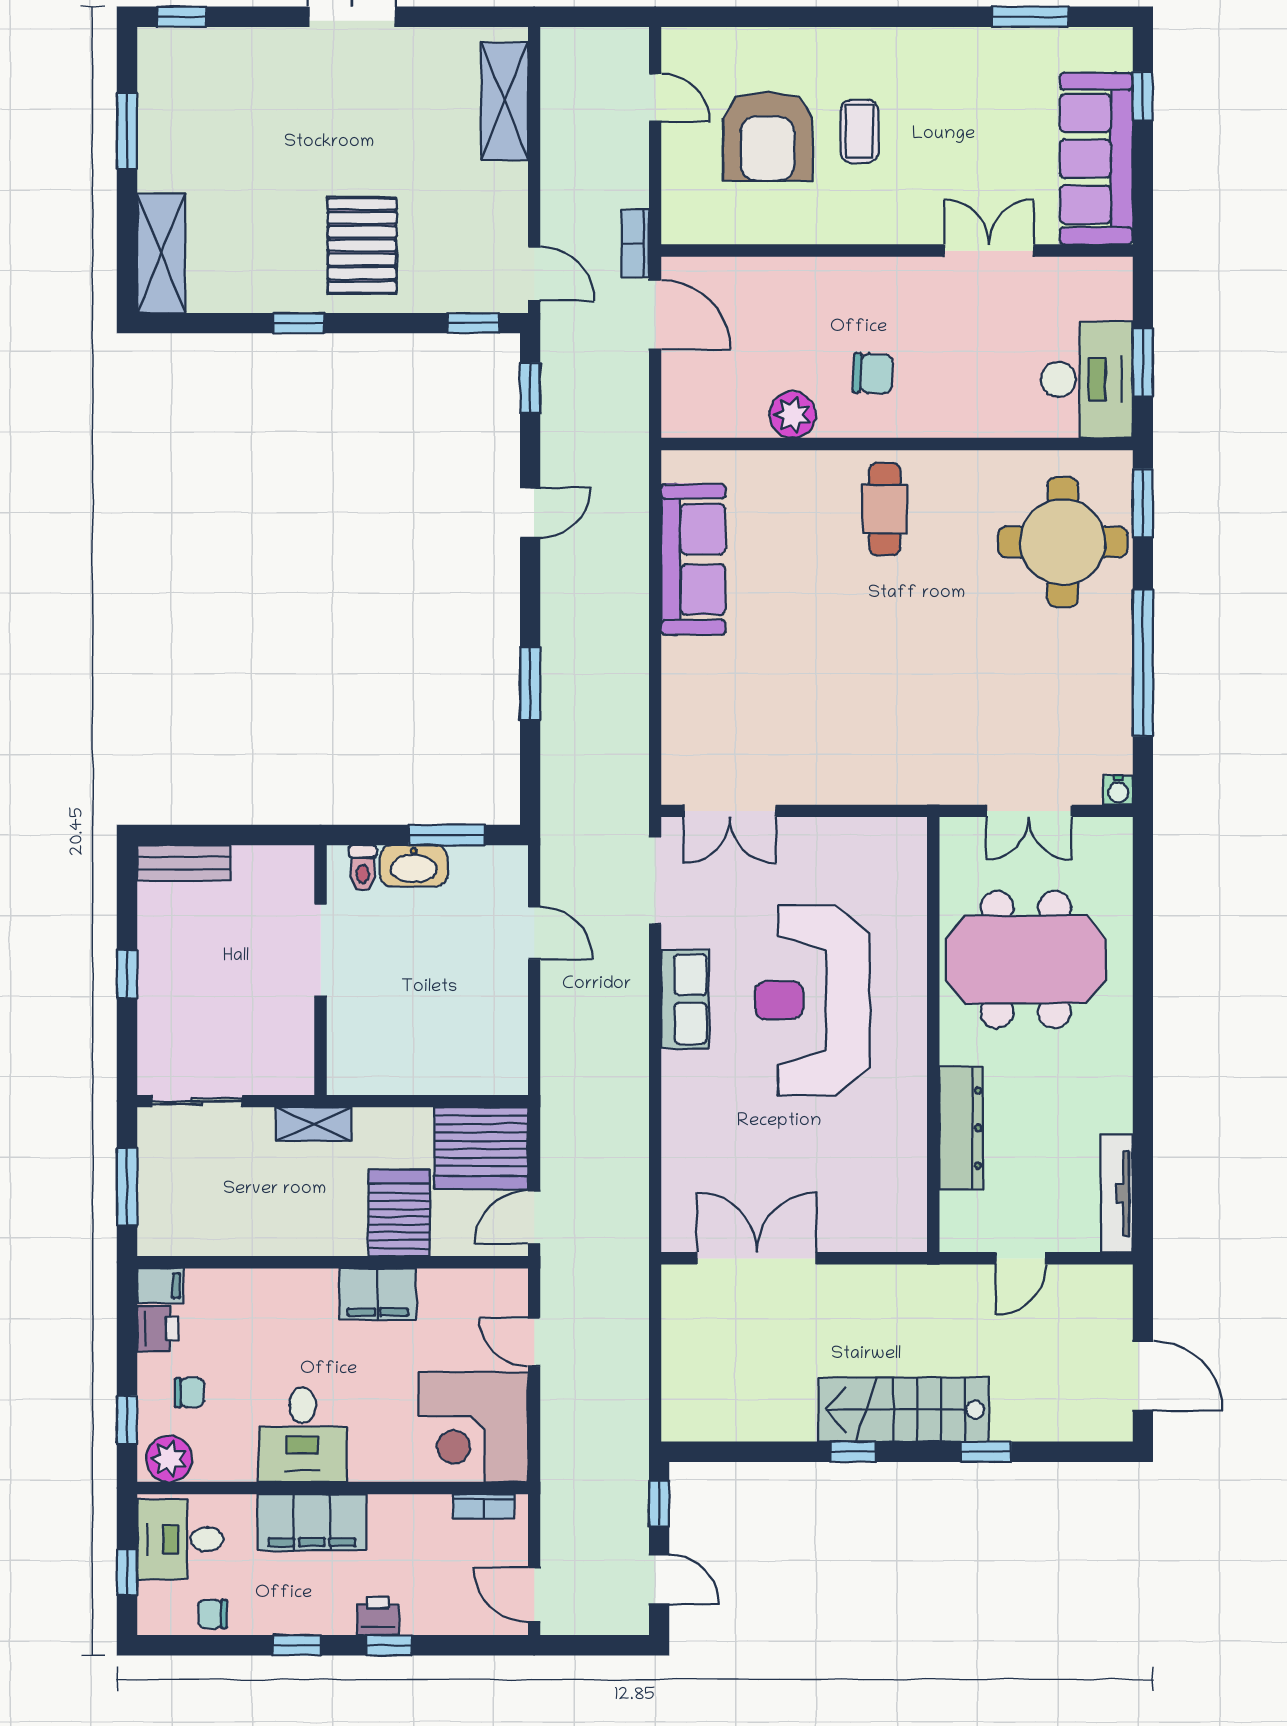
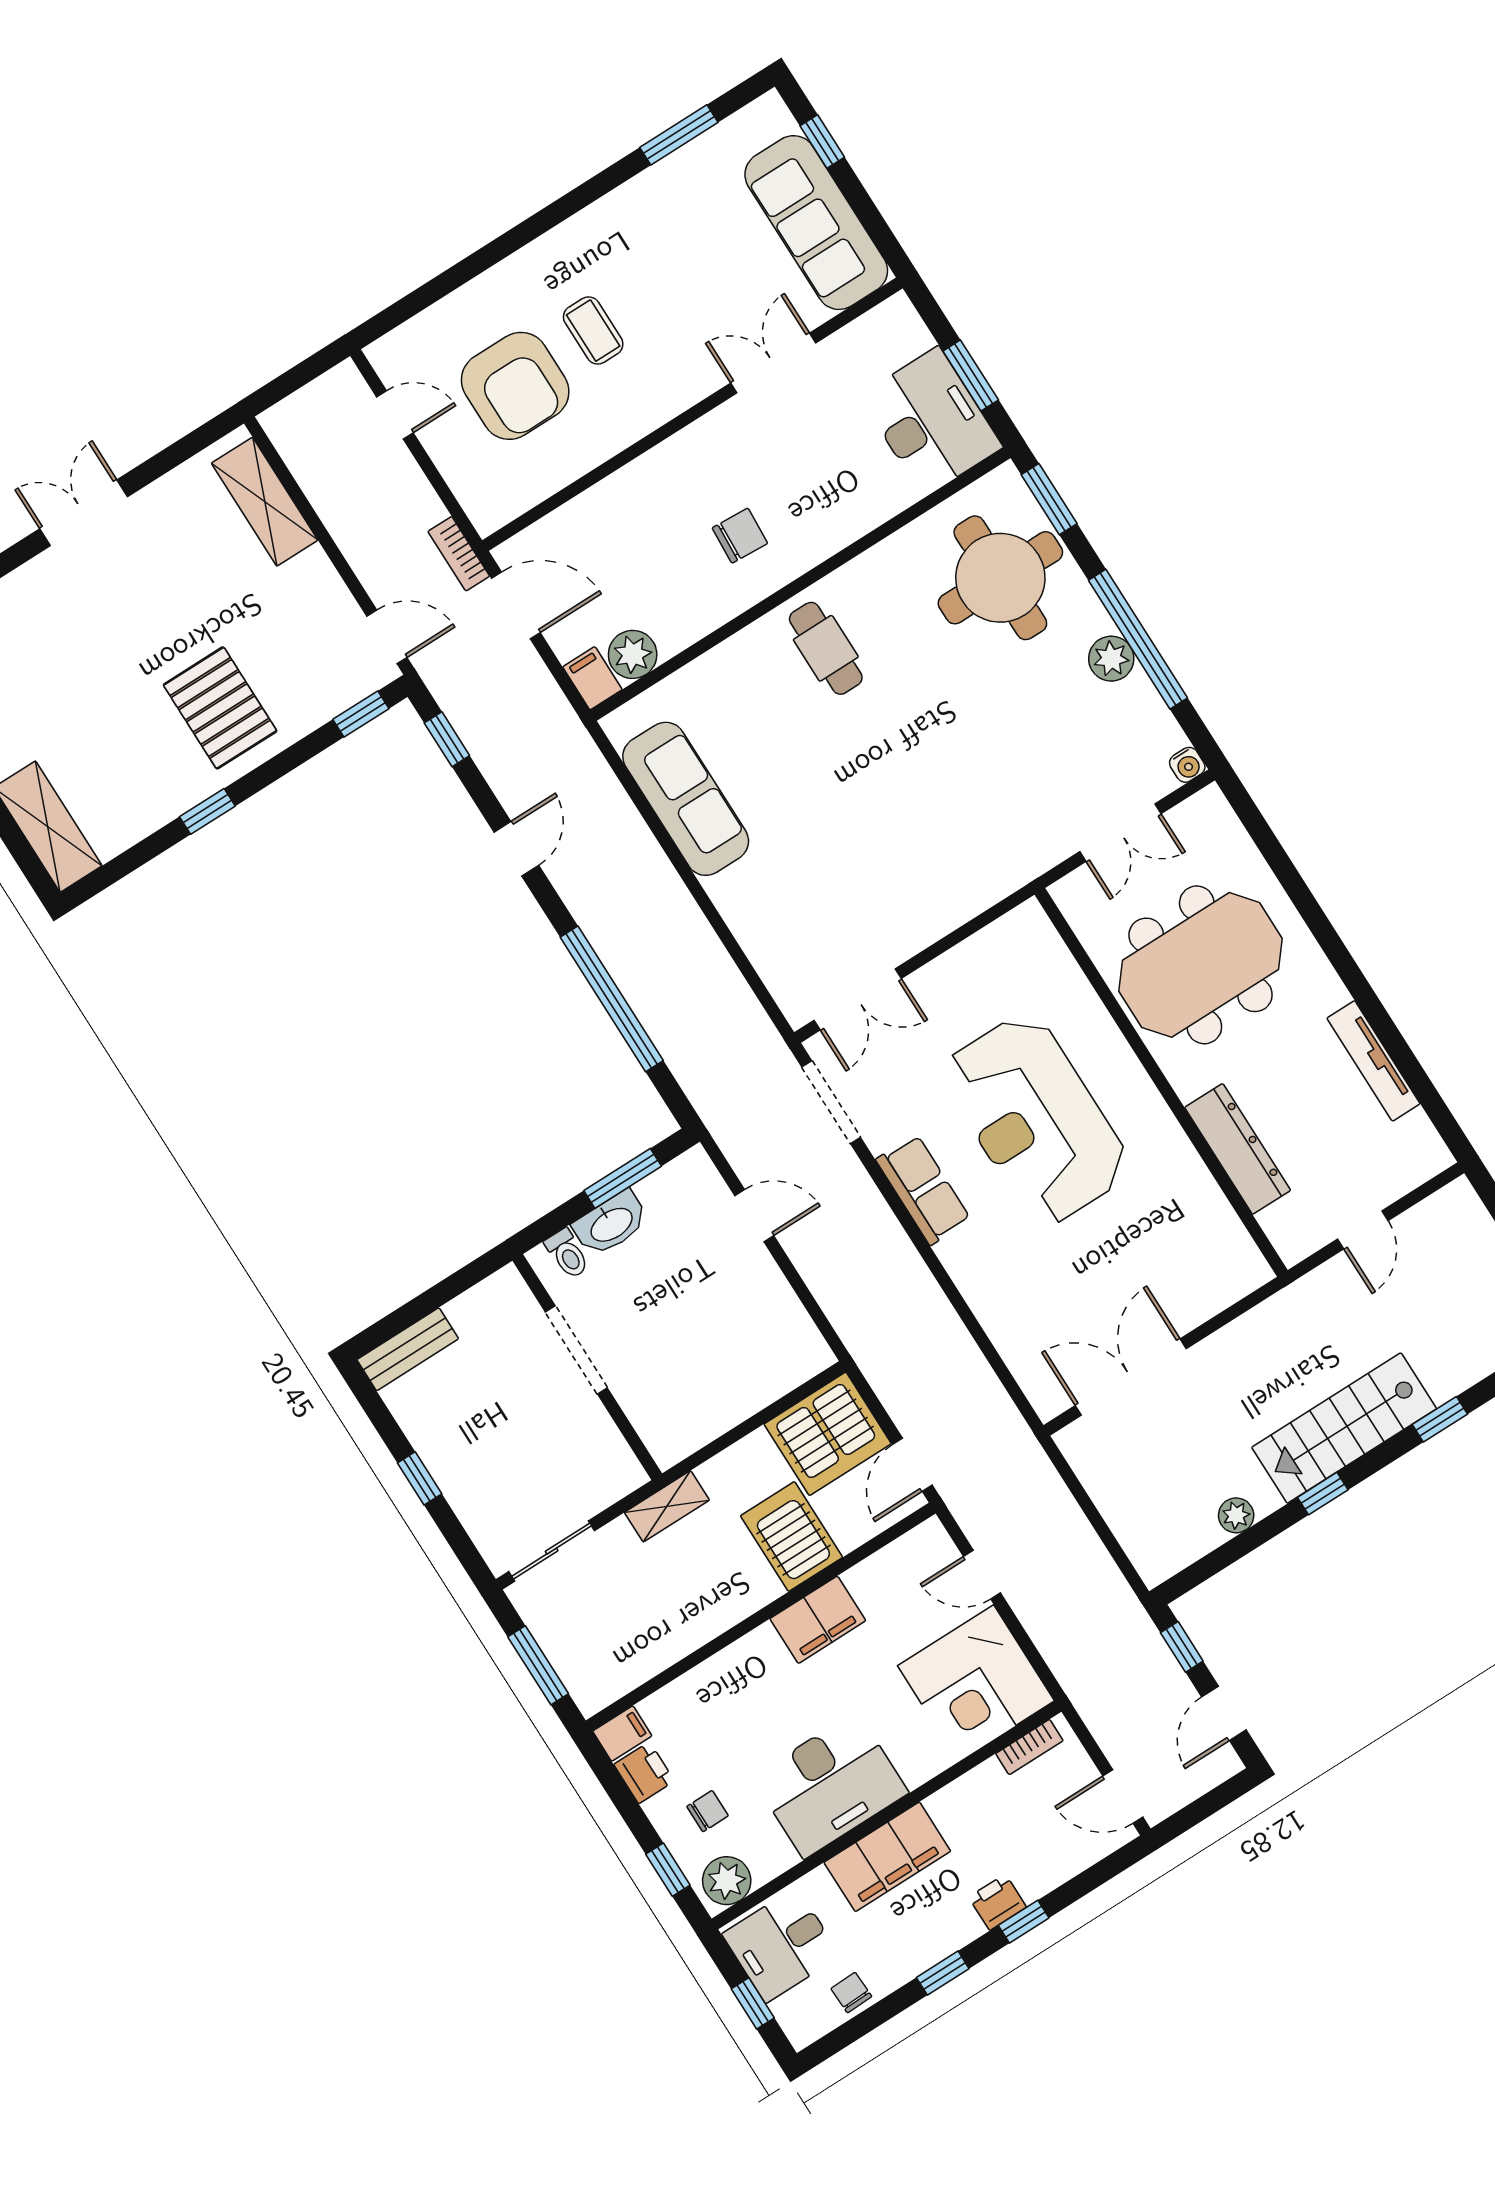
filing cabinet: (680, 413) -> (592, 678), added
plant: (793, 415) -> (633, 654), moved
plant: (1111, 665) -> (1111, 659), added
window: (530, 684) -> (612, 999), width x2.11
tv unit: (1117, 1193) -> (1374, 1061), moved
plant: (771, 1425) -> (1236, 1515), added
desk: (303, 1435) -> (830, 1785), width x1.37
door: (659, 1579) -> (1224, 1713), swing flipped
chair: (213, 1614) -> (851, 1993), turned 88

